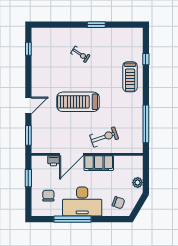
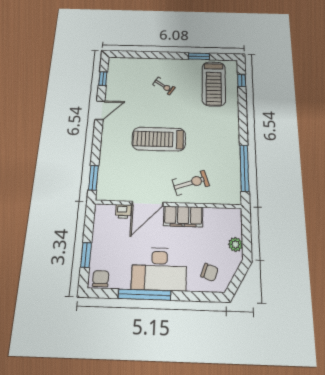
window: (96, 25) -> (199, 56), moved
window: (146, 59) -> (242, 80), moved
treadmill: (130, 77) -> (214, 84), moved, width x1.37, depth x1.38
door: (28, 106) -> (100, 110), moved
window: (28, 178) -> (86, 255), moved
chair: (48, 196) -> (101, 279), moved

